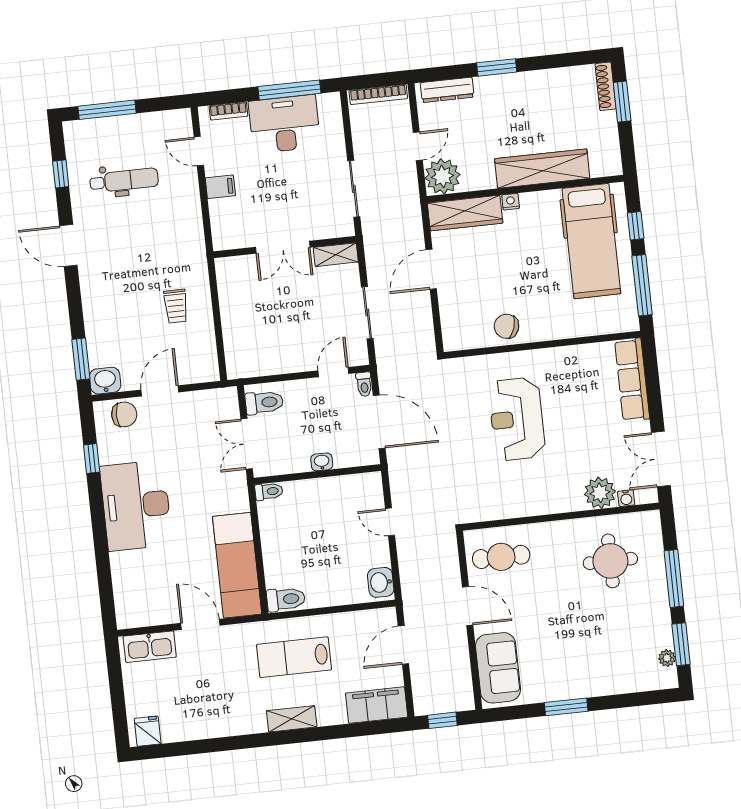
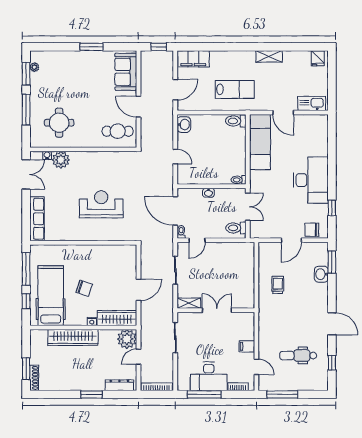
window: (107, 110) -> (282, 394), moved
chair: (506, 326) -> (84, 288), moved
washbasin: (105, 381) -> (321, 274), moved, turned 90
reception desk: (517, 419) -> (101, 204), turned -90
shelving: (292, 719) -> (269, 56), moved

